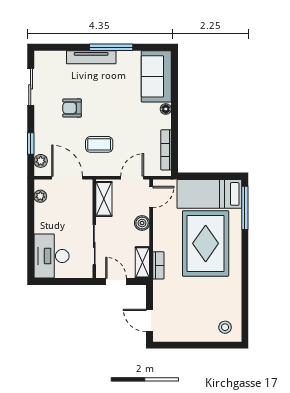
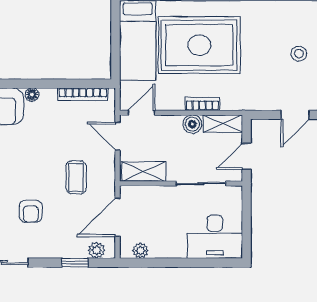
door: (151, 197) -> (141, 113), hinge flipped
boiler: (142, 223) -> (192, 124), moved
bookcase: (158, 265) -> (202, 104), moved
stool: (225, 327) -> (299, 54), moved

